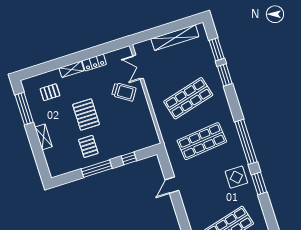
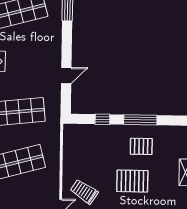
pallet: (86, 115) -> (132, 181), turned 90
pallet: (88, 146) -> (141, 146), turned 90

